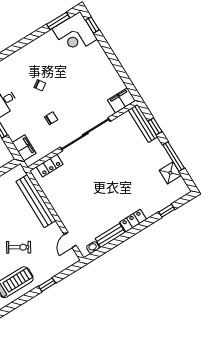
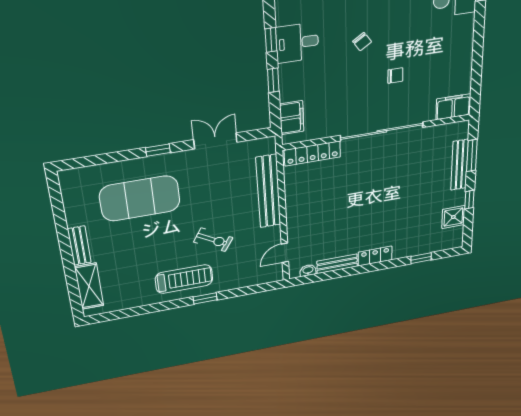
chair: (51, 118) -> (395, 76), moved
bench: (143, 123) -> (460, 165), moved
window: (155, 126) -> (472, 156), width x1.50
window: (174, 157) -> (469, 200), width x0.46
locker: (50, 166) -> (312, 153), width x1.53
window: (47, 285) -> (205, 298), moved

